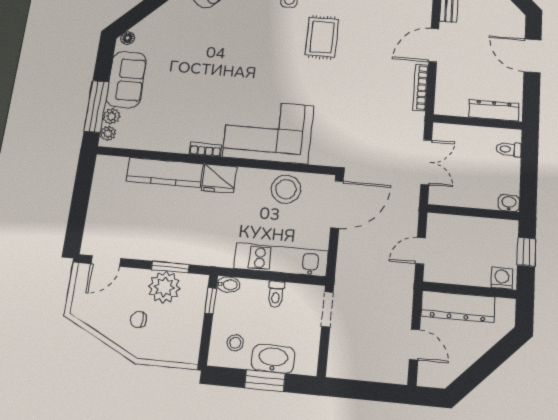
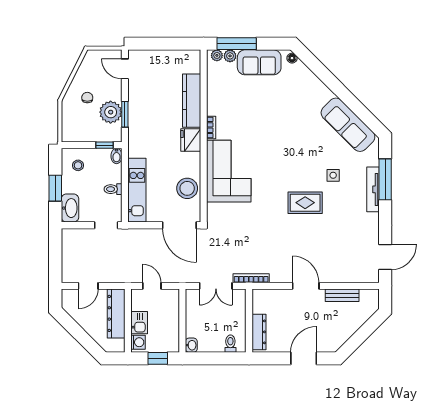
bookcase: (421, 87) -> (251, 278), moved
kitchen sink: (473, 274) -> (139, 323), added
washbasin: (273, 359) -> (70, 208), moved

